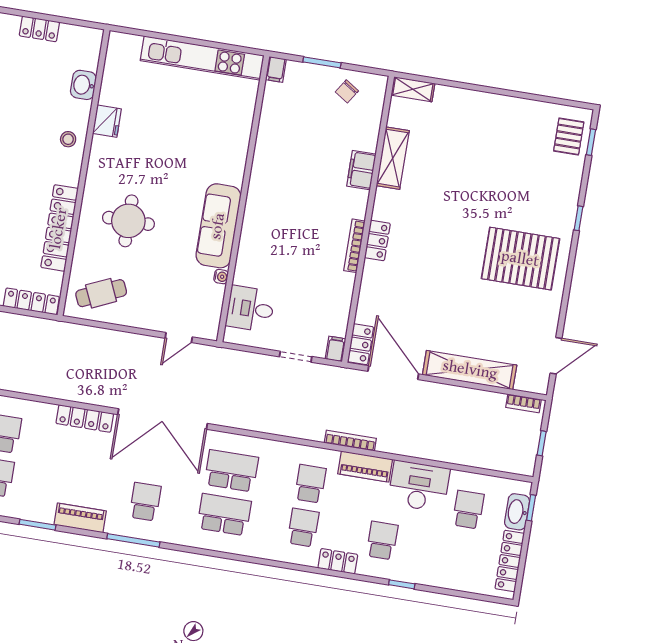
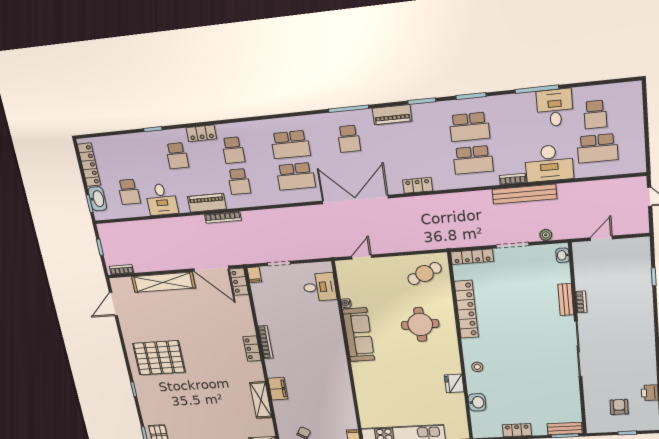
locker: (85, 418) -> (418, 185), width x0.66
desk: (419, 486) -> (162, 199), width x0.73

